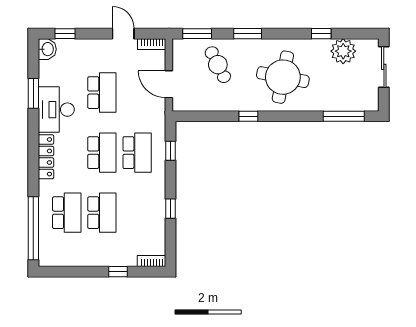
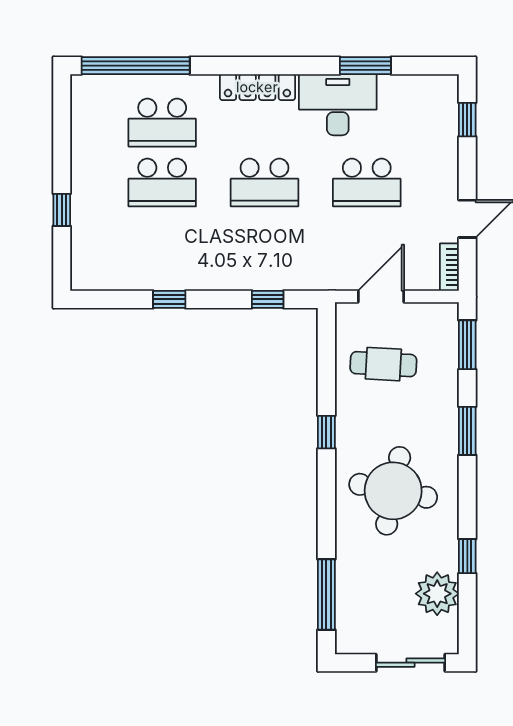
washbasin: (47, 49) -> (441, 89), removed
cafe table: (218, 65) -> (383, 364), moved, turned 30
school desk: (137, 153) -> (264, 242), removed
bookcase: (152, 261) -> (80, 267), removed

